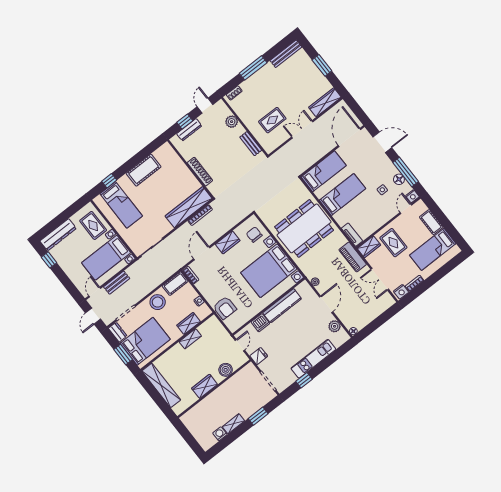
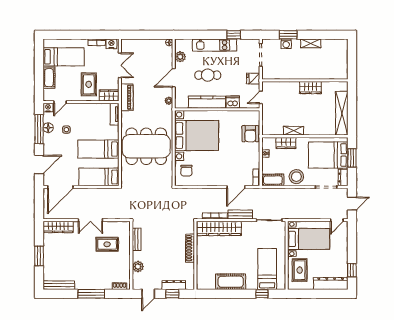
door: (382, 142) -> (39, 164), swing flipped
wardrobe: (228, 242) -> (210, 180), removed
bench: (117, 283) -> (240, 215), moved
armchair: (225, 308) -> (250, 134), turned 180
cafe table: (299, 329) -> (208, 75), added
boiler: (226, 370) -> (285, 88), removed
washing machine: (220, 434) -> (286, 44), moved

